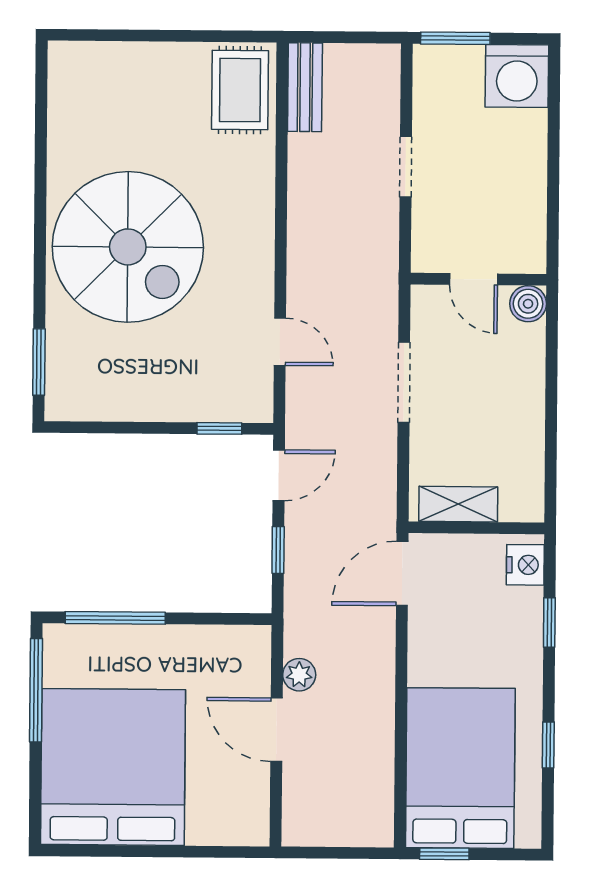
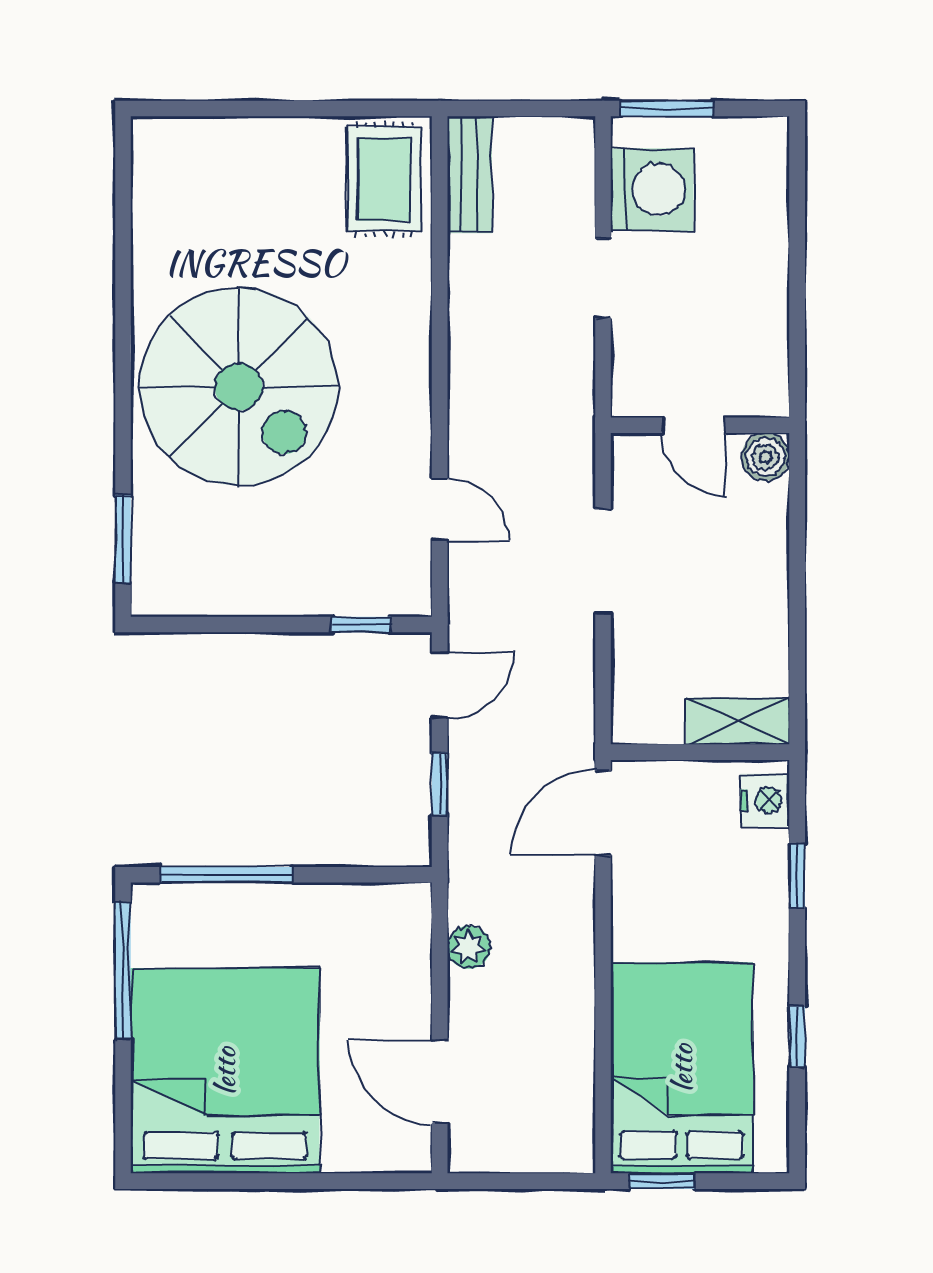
washing machine: (517, 76) -> (652, 190), moved, turned -90
shelving: (458, 504) -> (738, 721), moved
door: (276, 730) -> (440, 1082), moved

